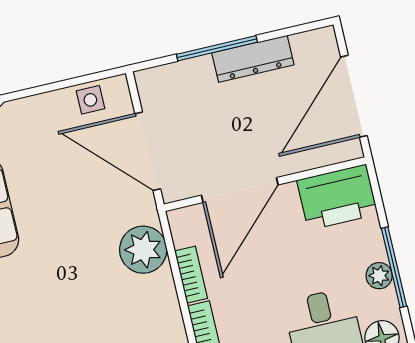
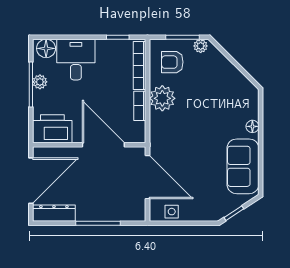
dresser: (253, 59) -> (54, 213), moved
door: (240, 190) -> (103, 145), hinge flipped
plant: (143, 250) -> (162, 98), moved

